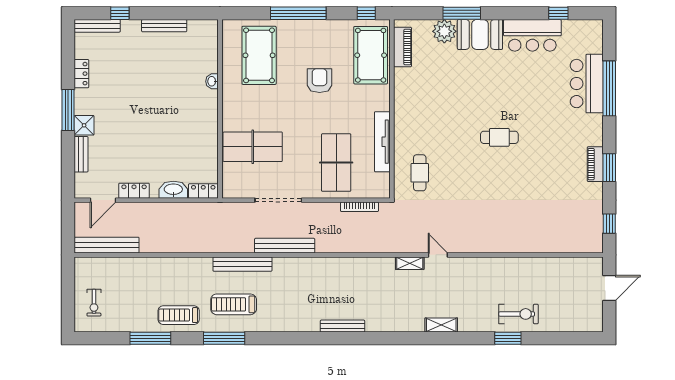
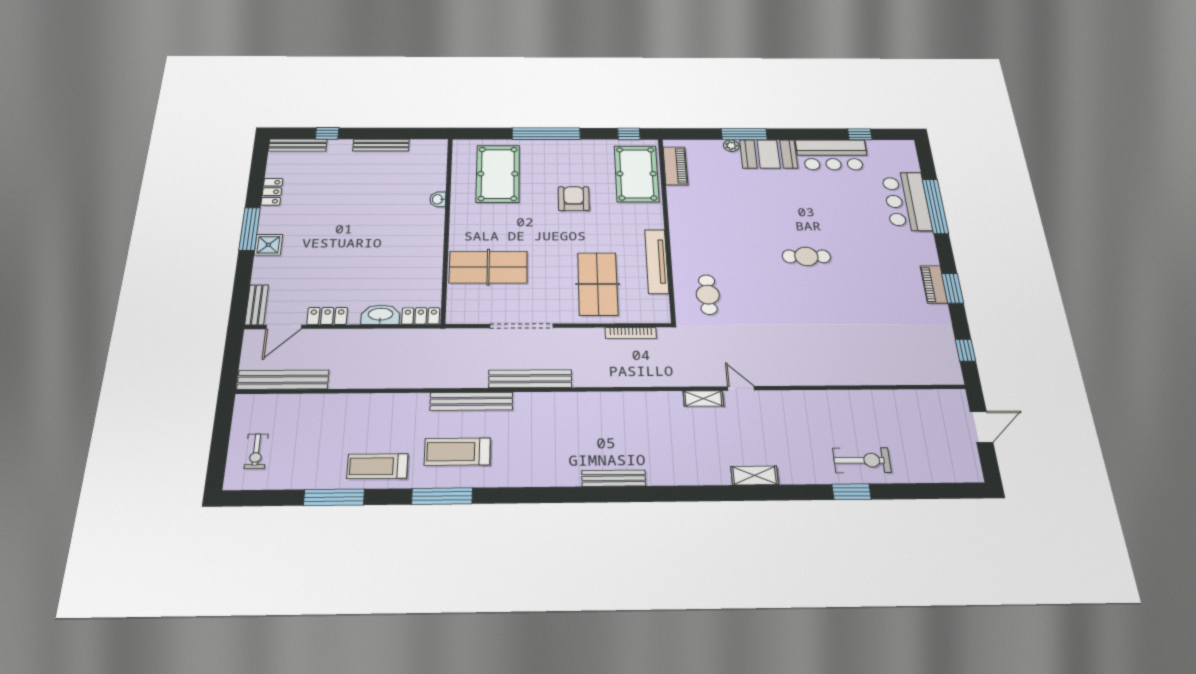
plant: (444, 31) -> (731, 146), width x0.53, depth x0.53
bench: (81, 154) -> (257, 305), moved

